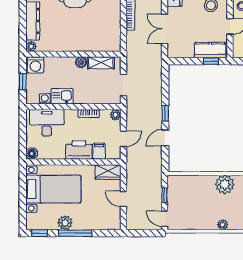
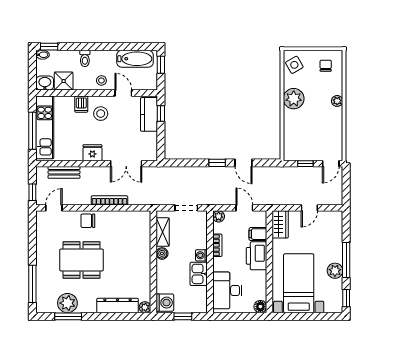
washing machine: (45, 99) -> (201, 255), moved

